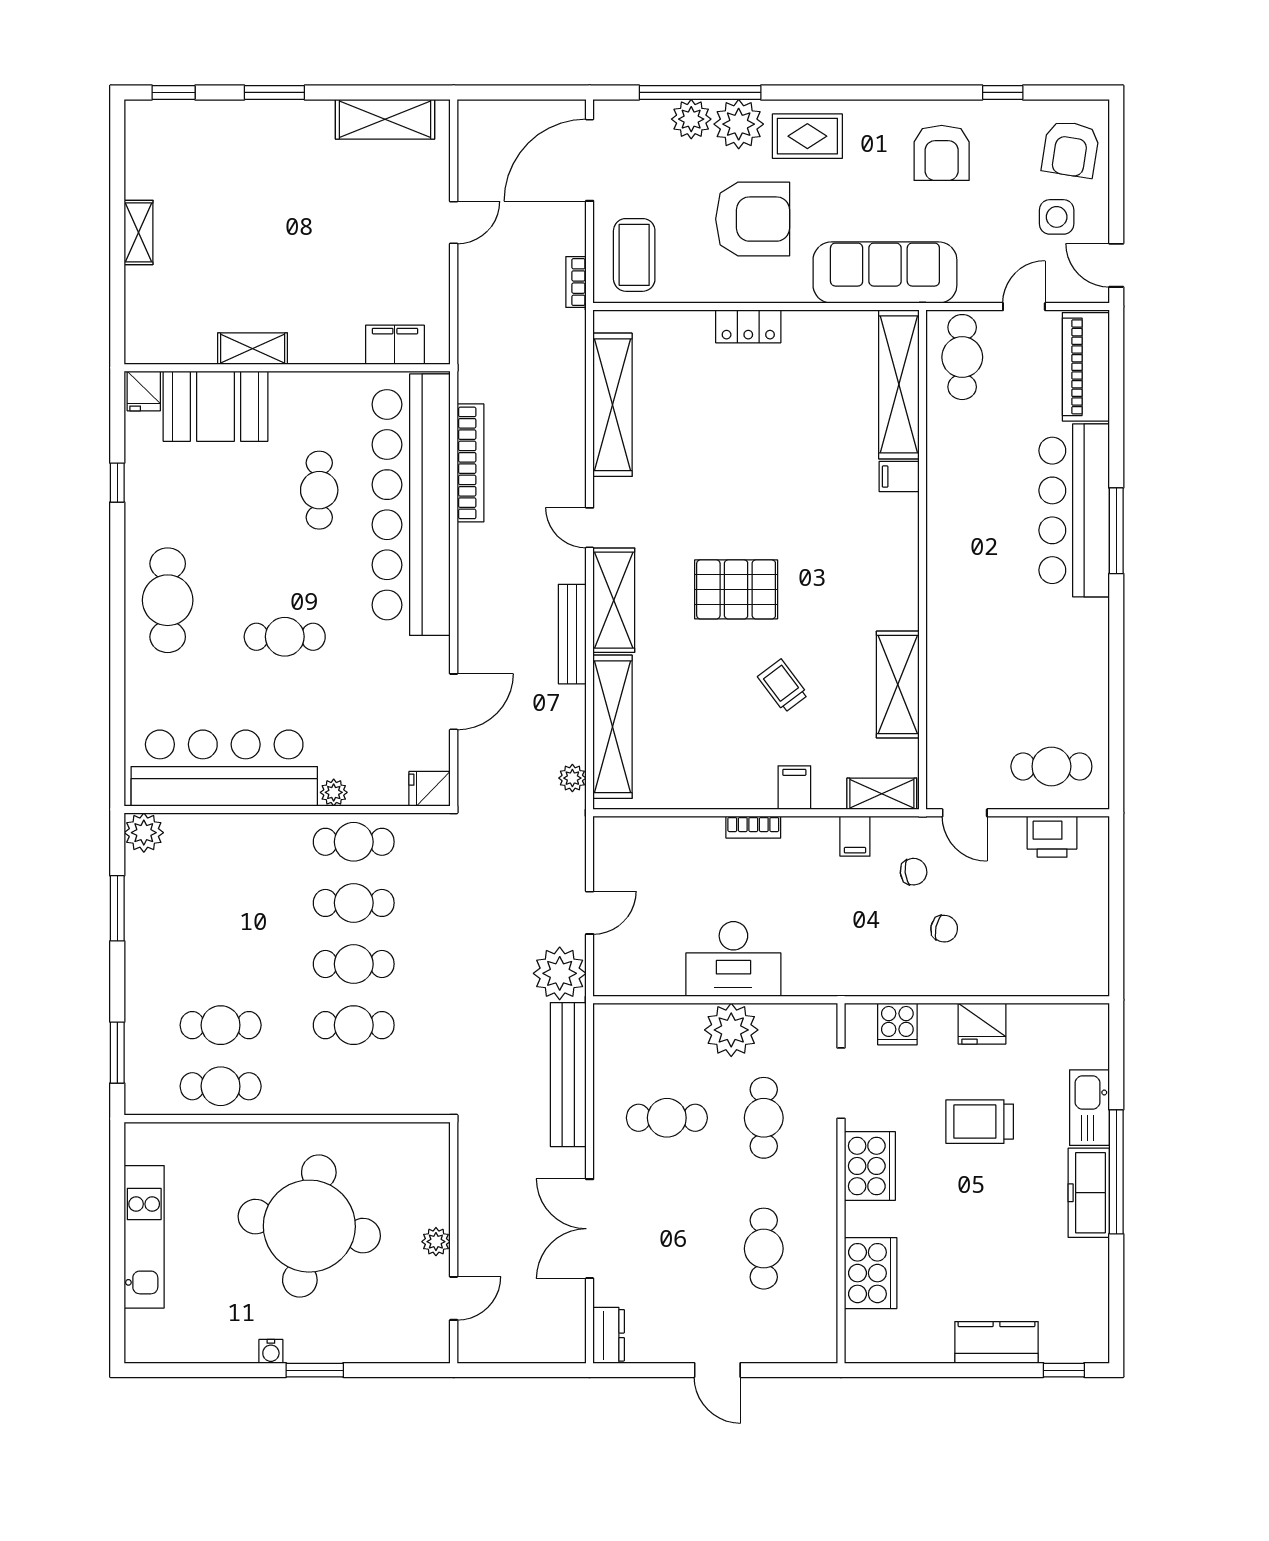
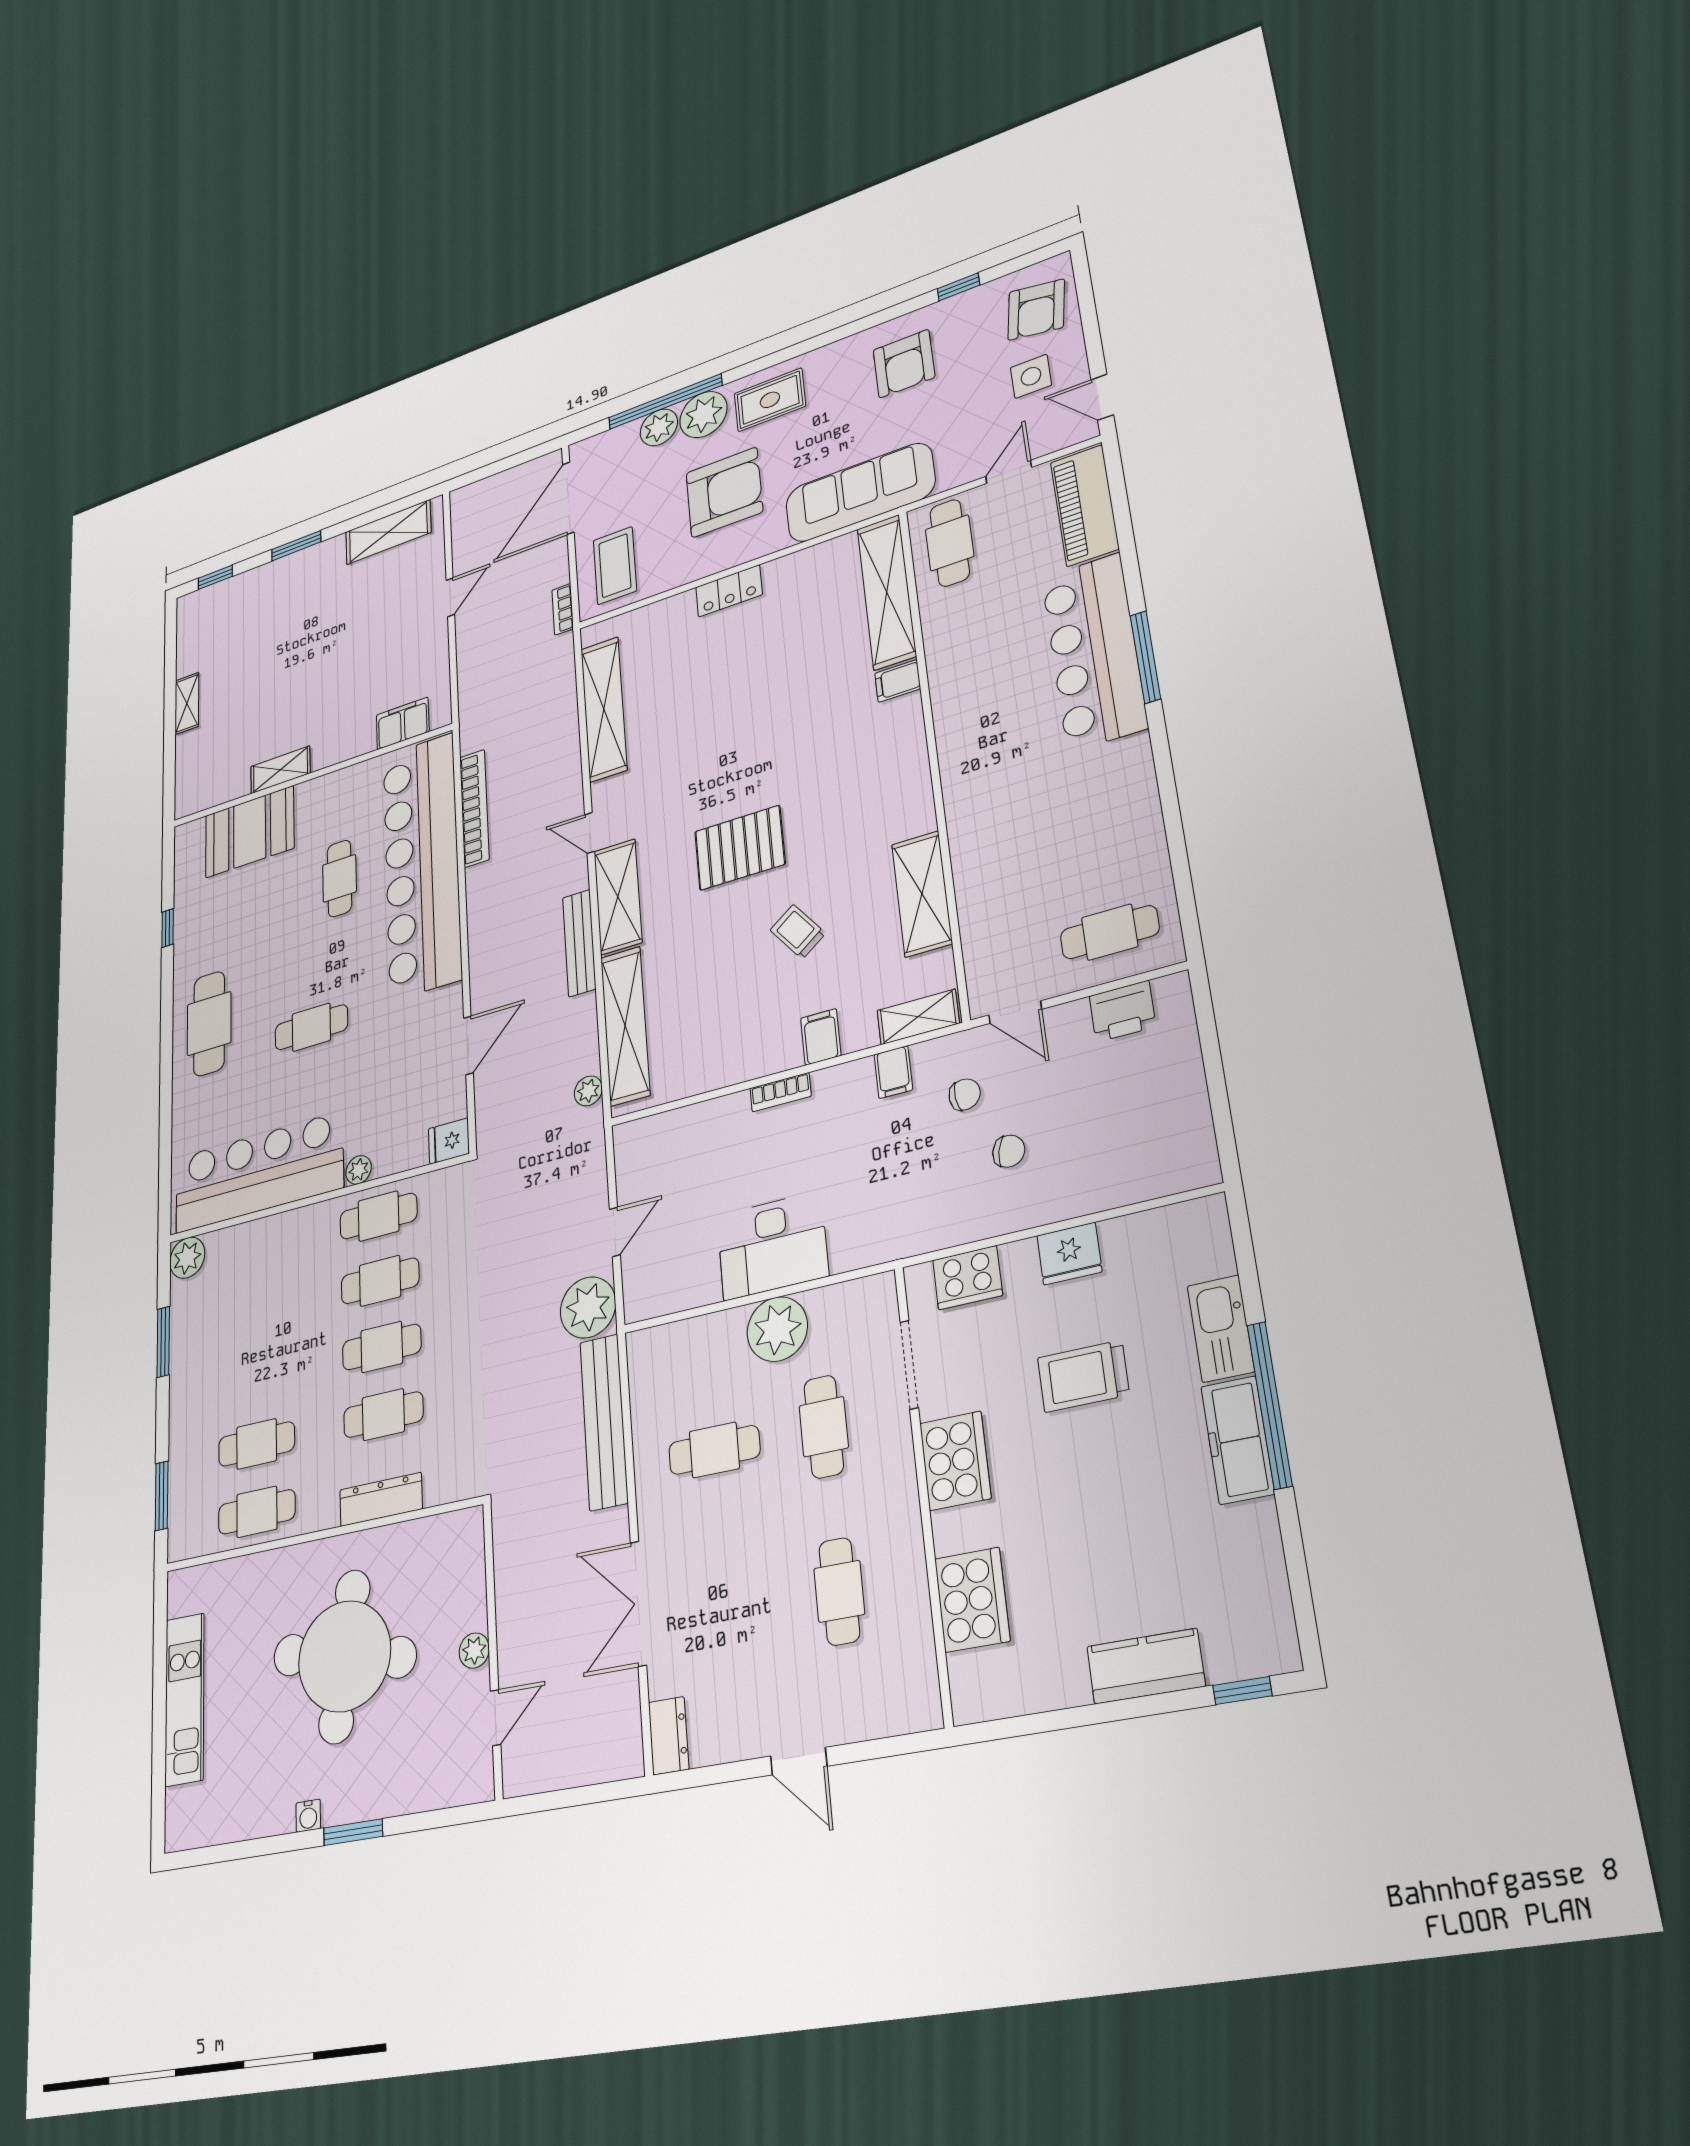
fridge: (144, 391) -> (190, 839), removed
cooker: (897, 1024) -> (968, 1278), width x1.36
dresser: (349, 1099) -> (381, 1499), added

